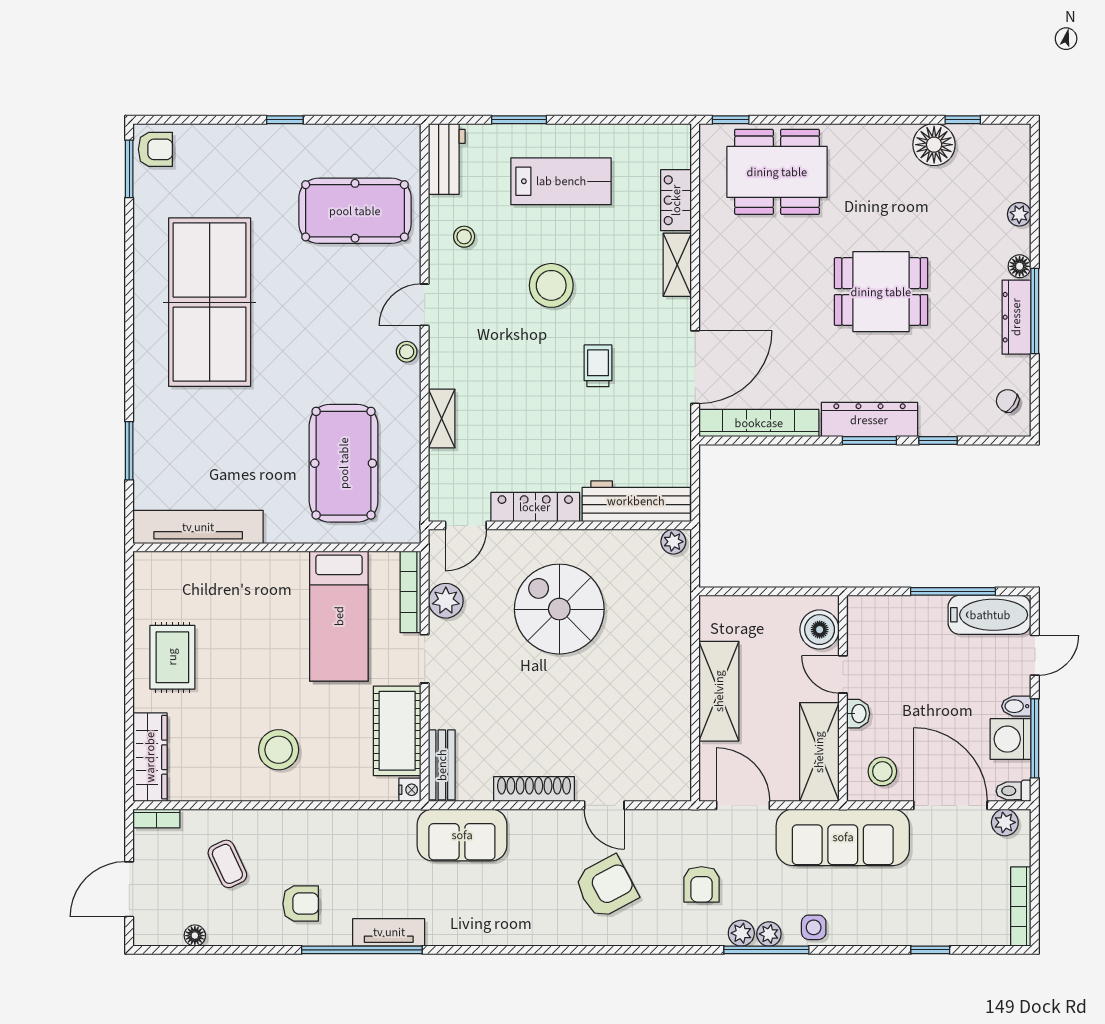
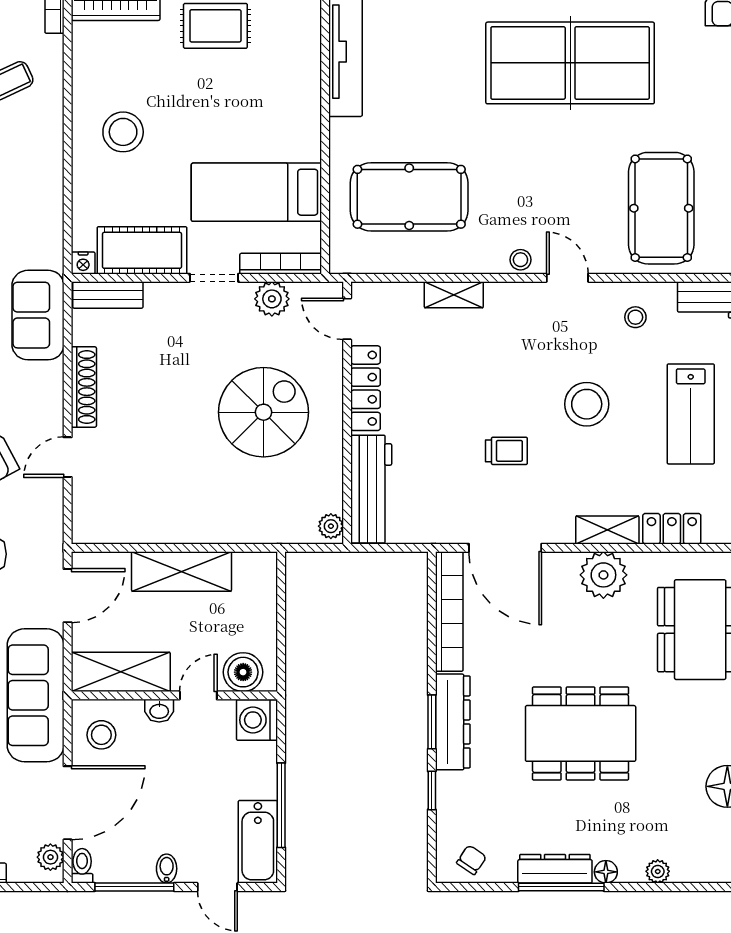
plant: (722, 269) -> (603, 575), added
dining table: (881, 292) -> (581, 733), width x1.37
washing machine: (1011, 739) -> (257, 720), moved, turned -90

